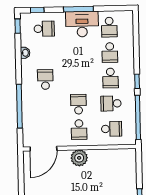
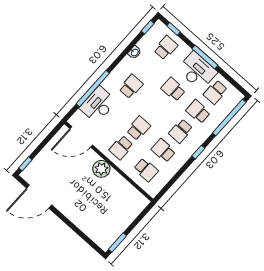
school desk: (44, 29) -> (166, 48), turned -90
school desk: (77, 53) -> (173, 89), added
school desk: (110, 53) -> (198, 112), turned 90
desk: (34, 114) -> (98, 105), added
window: (138, 117) -> (229, 118), moved

